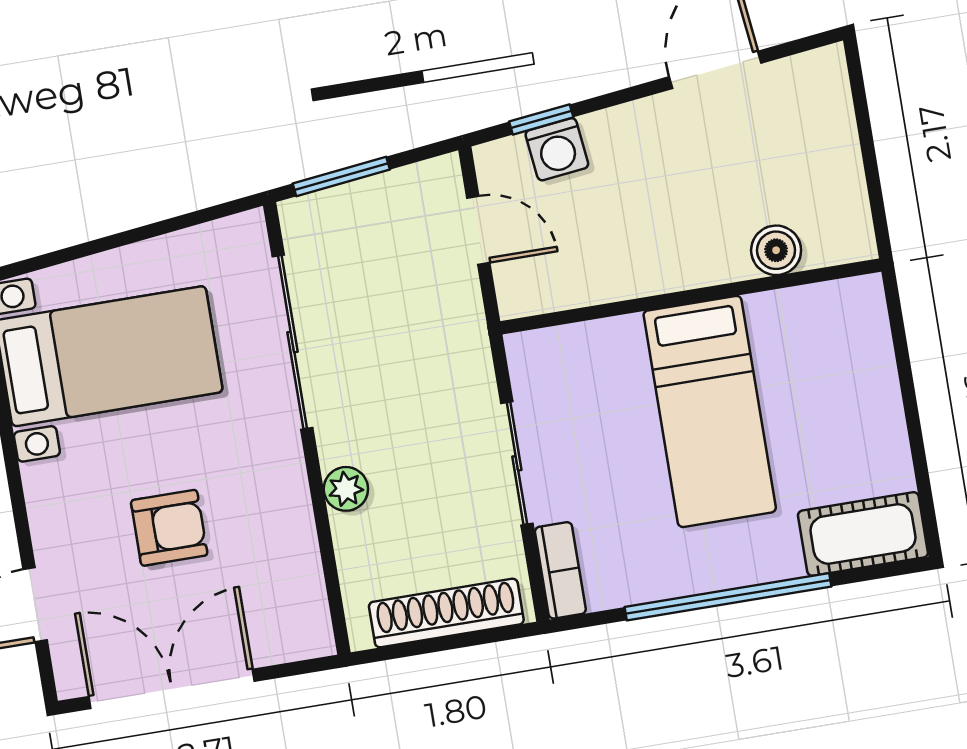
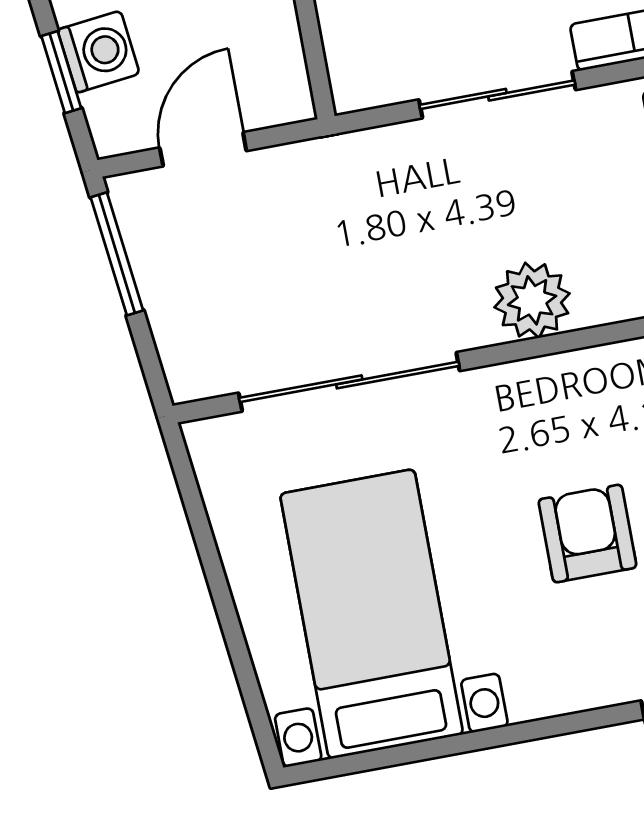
window: (341, 177) -> (117, 254), moved
plant: (346, 489) -> (532, 300), width x1.38, depth x1.38

